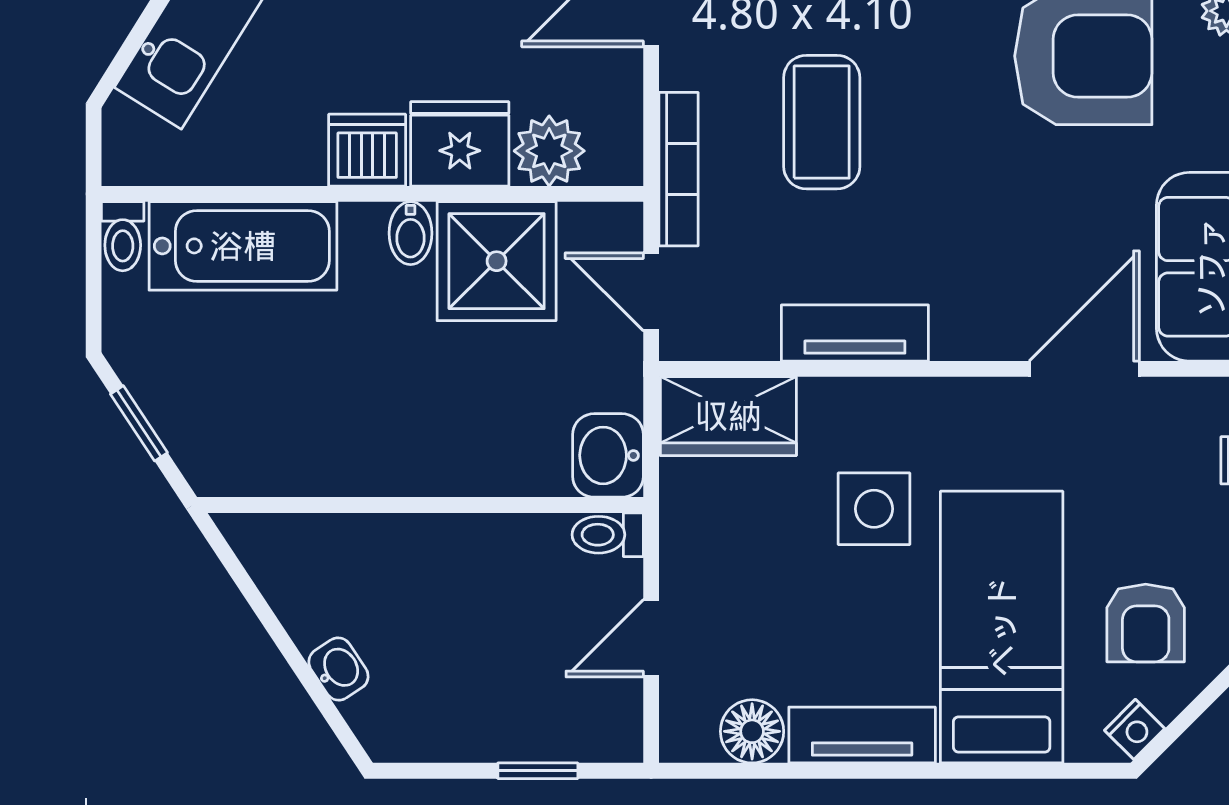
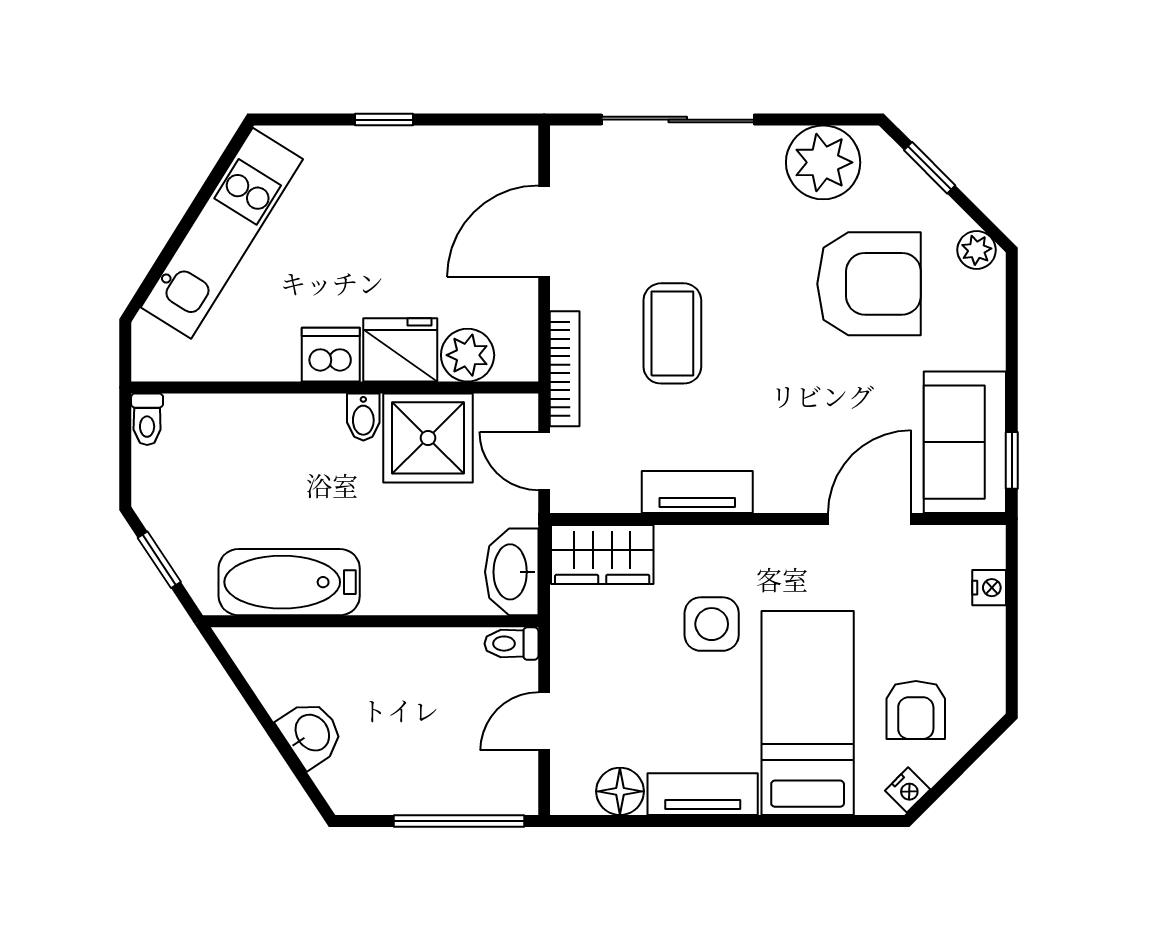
bathtub: (243, 246) -> (289, 582), moved, turned 180
washbasin: (608, 455) -> (512, 572), width x1.38
washbasin: (338, 669) -> (311, 733), width x1.38, depth x1.45
window: (538, 771) -> (459, 821), width x2.17

